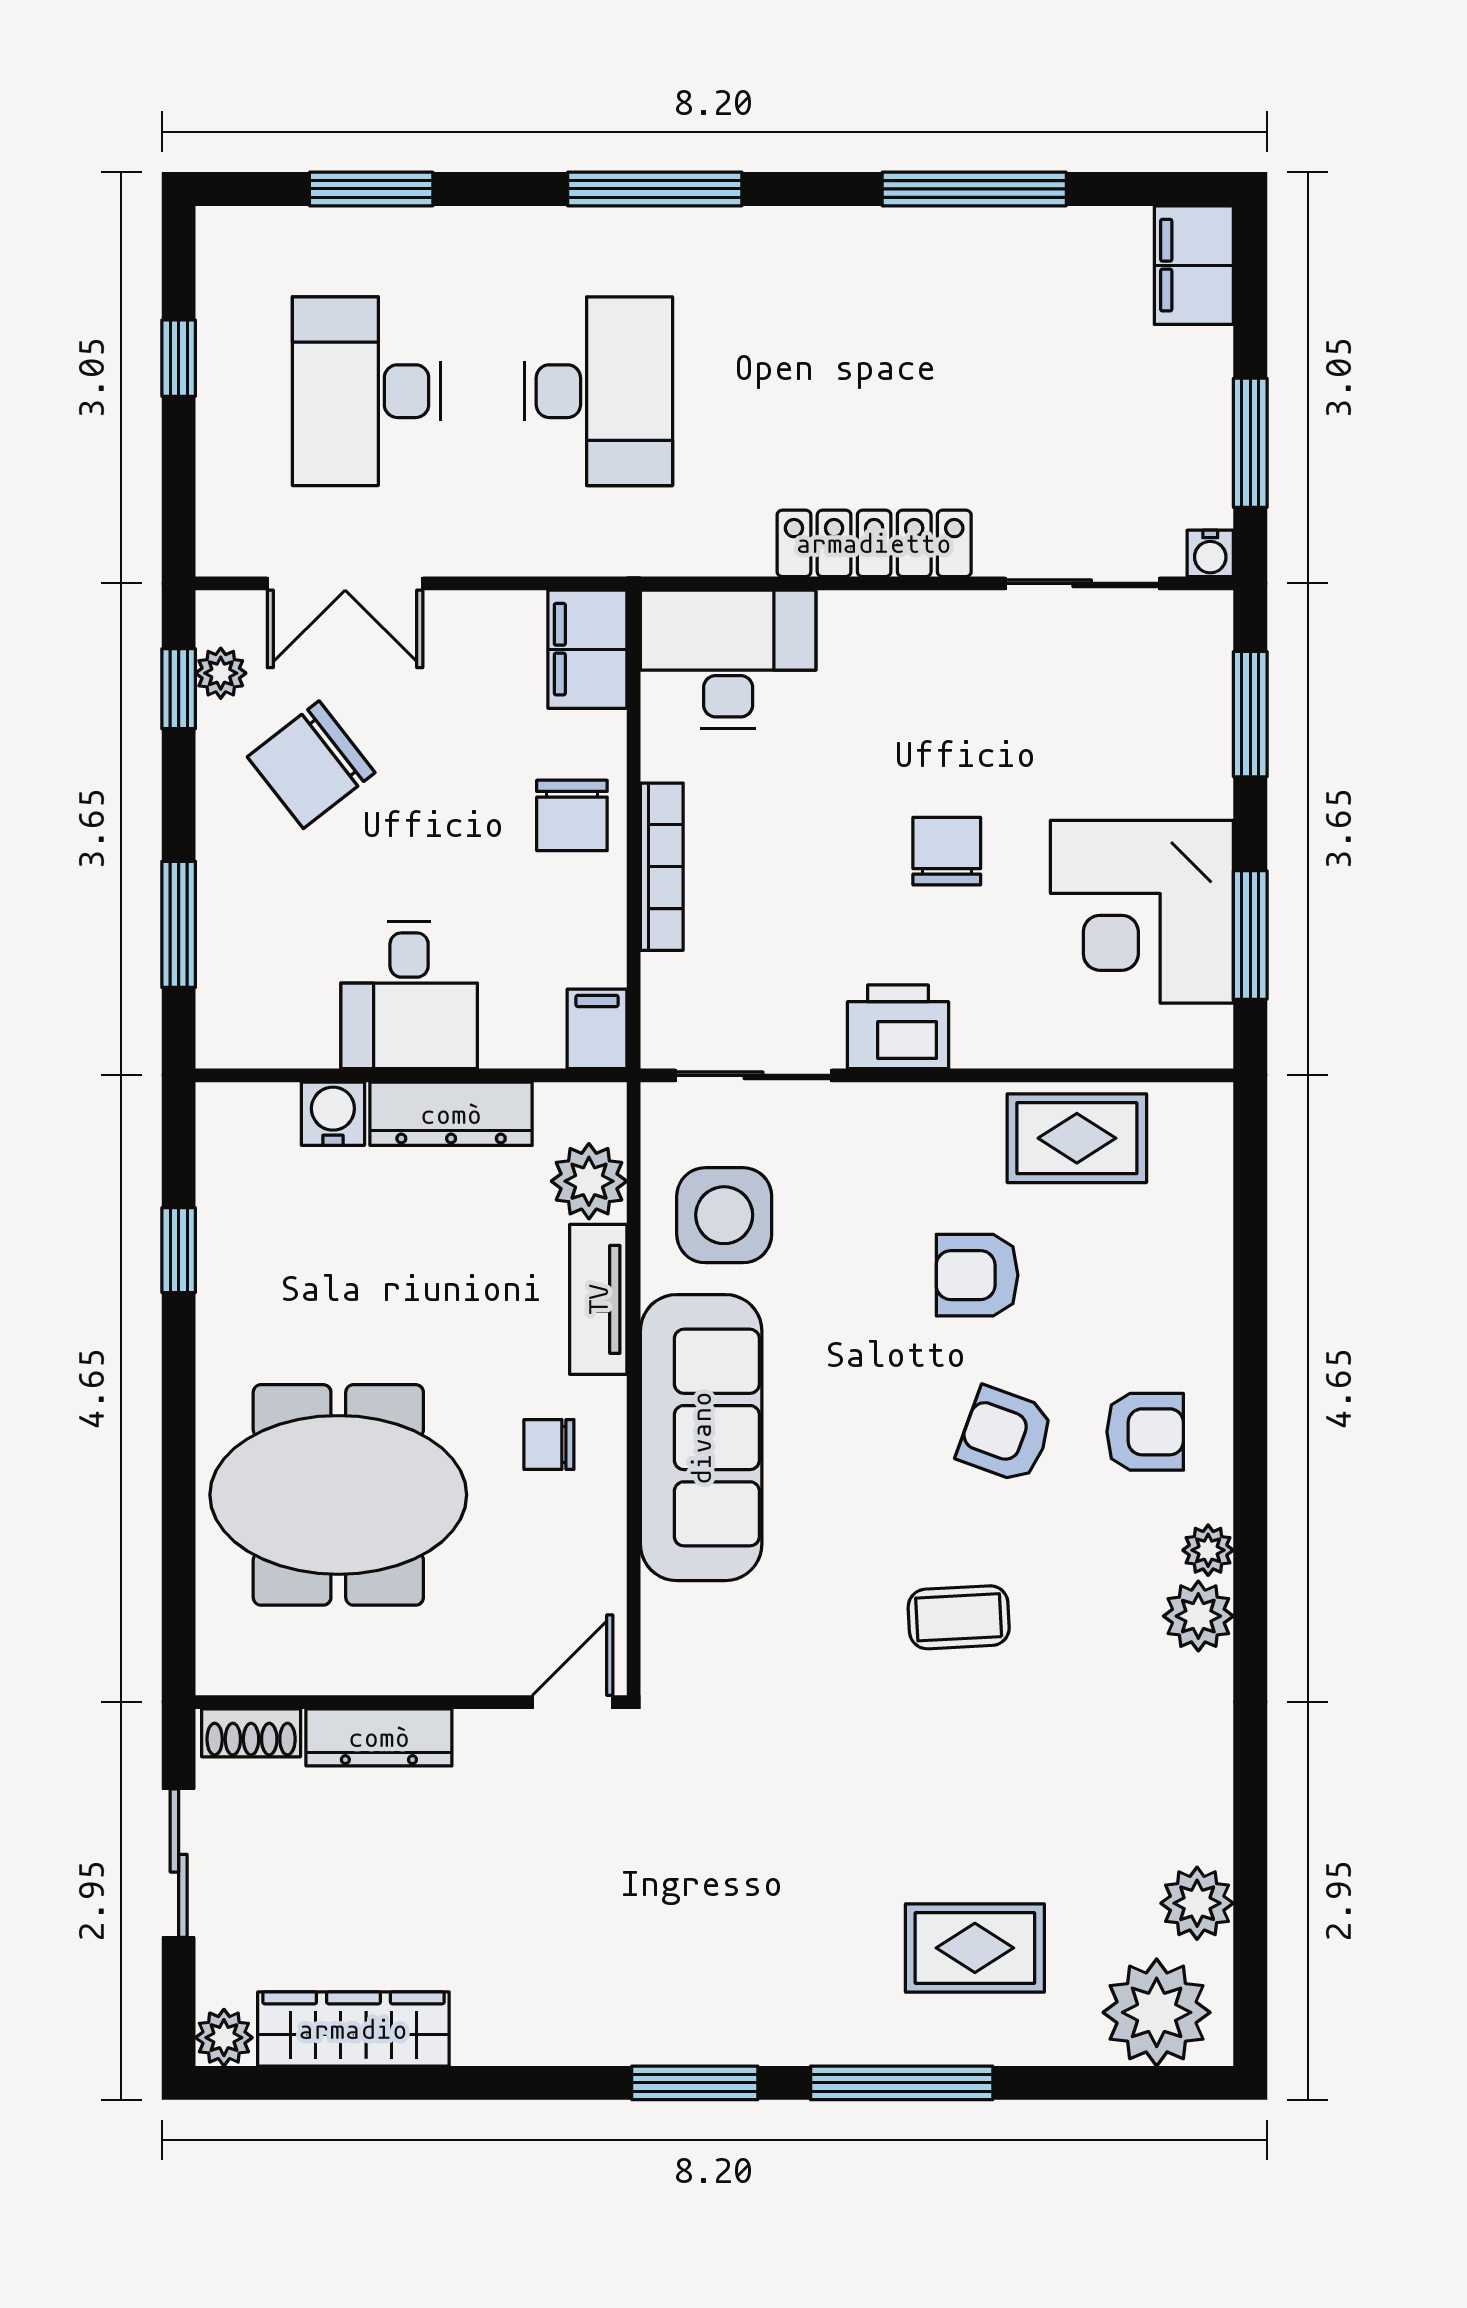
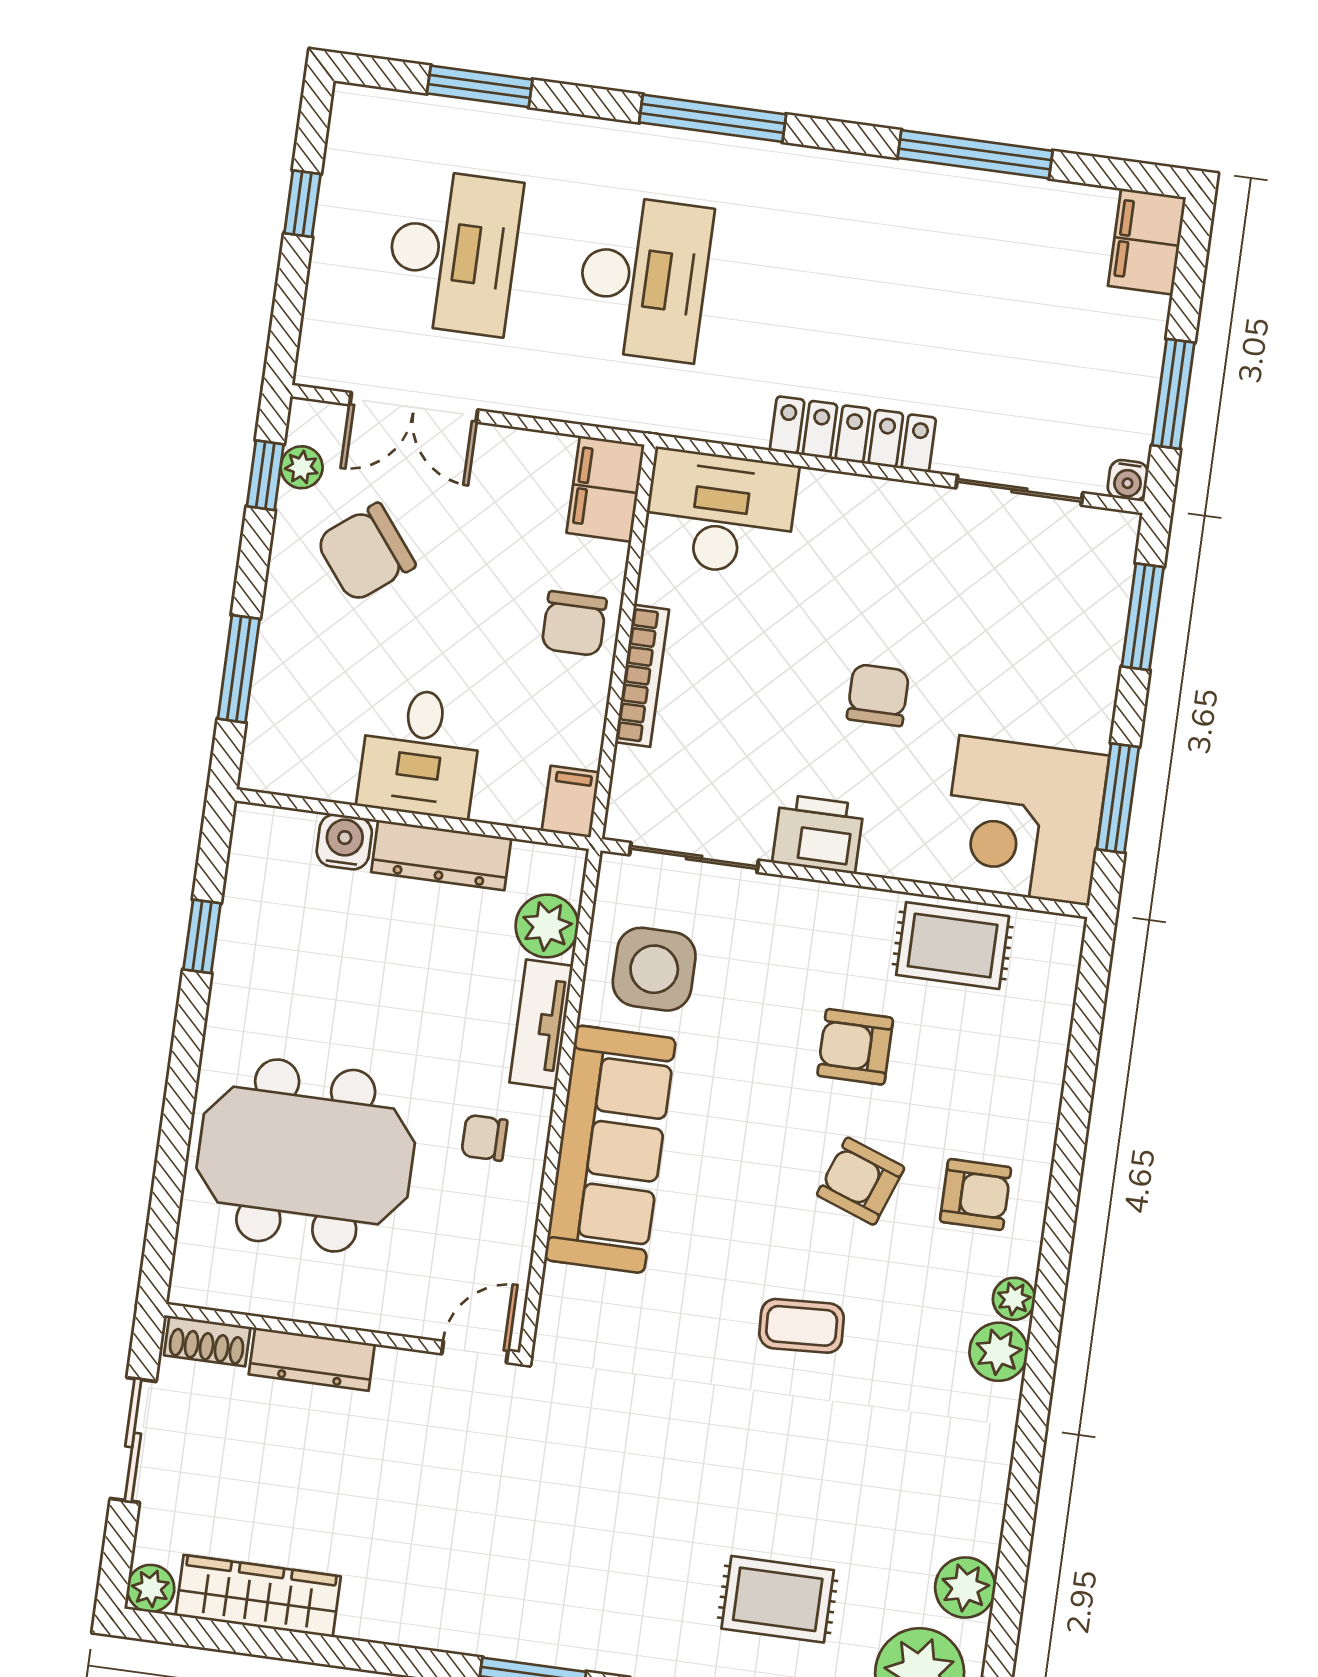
desk: (366, 391) -> (453, 252), turned 180
corner desk: (1142, 912) -> (1024, 821), moved

